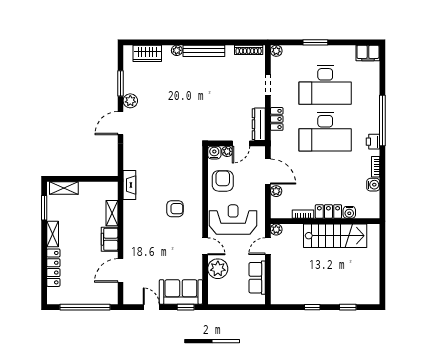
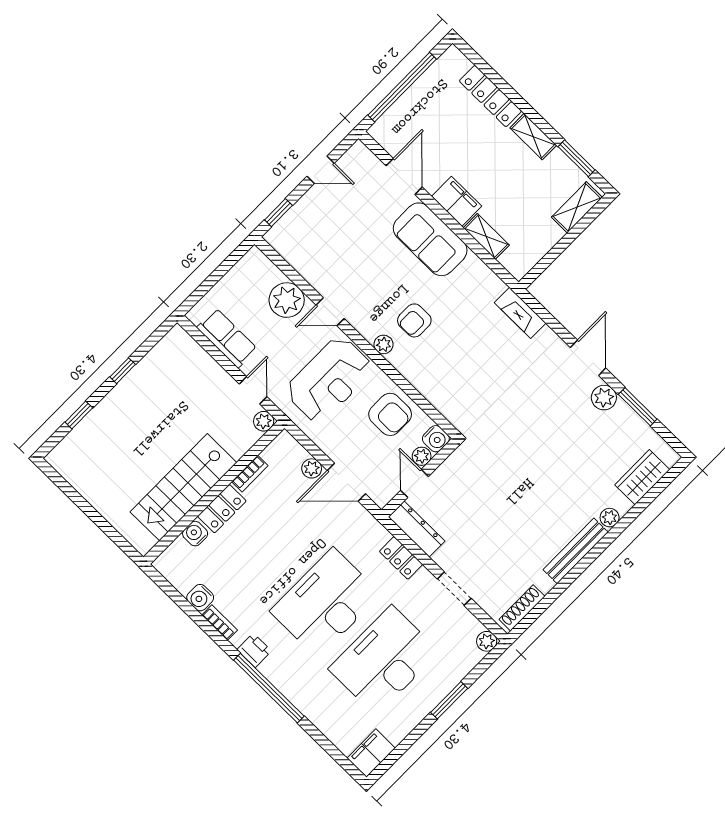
fireplace: (129, 185) -> (520, 313), moved
plant: (197, 212) -> (384, 344), added
sofa: (181, 292) -> (430, 239), moved, turned 90

